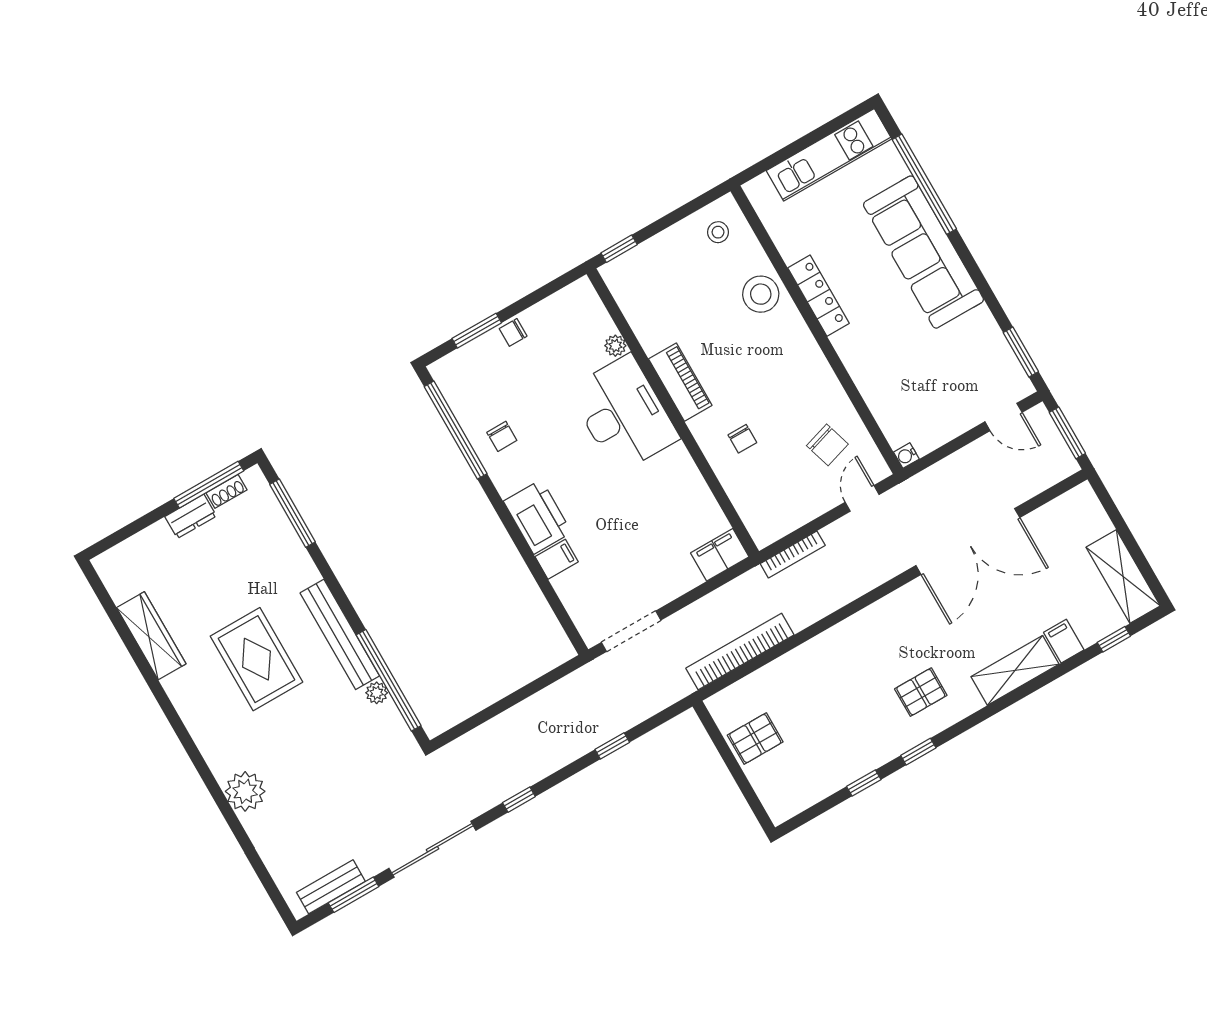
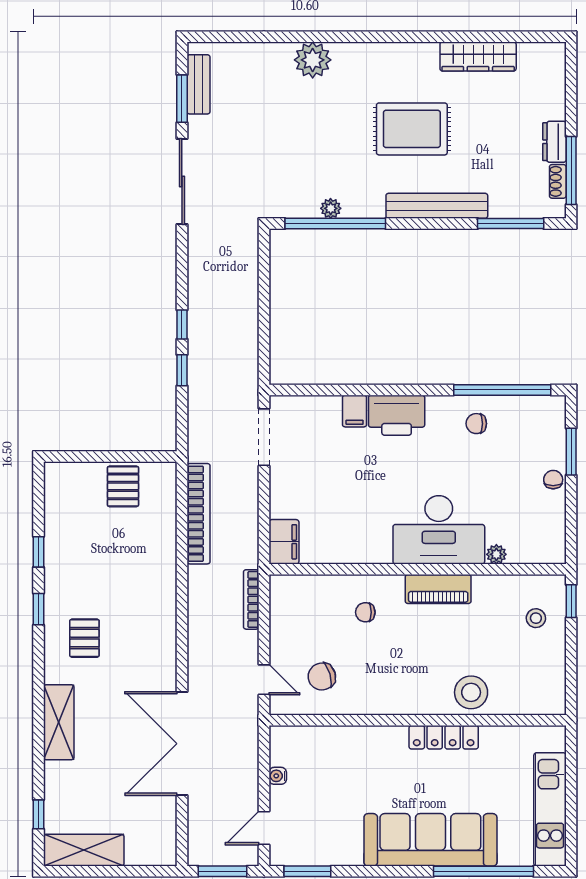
stool: (718, 232) -> (536, 618), moved
water cooler: (906, 456) -> (278, 776), moved, turned -90
bench: (340, 634) -> (437, 206), moved
filing cabinet: (1064, 641) -> (60, 774), removed
window: (519, 800) -> (182, 324), moved

